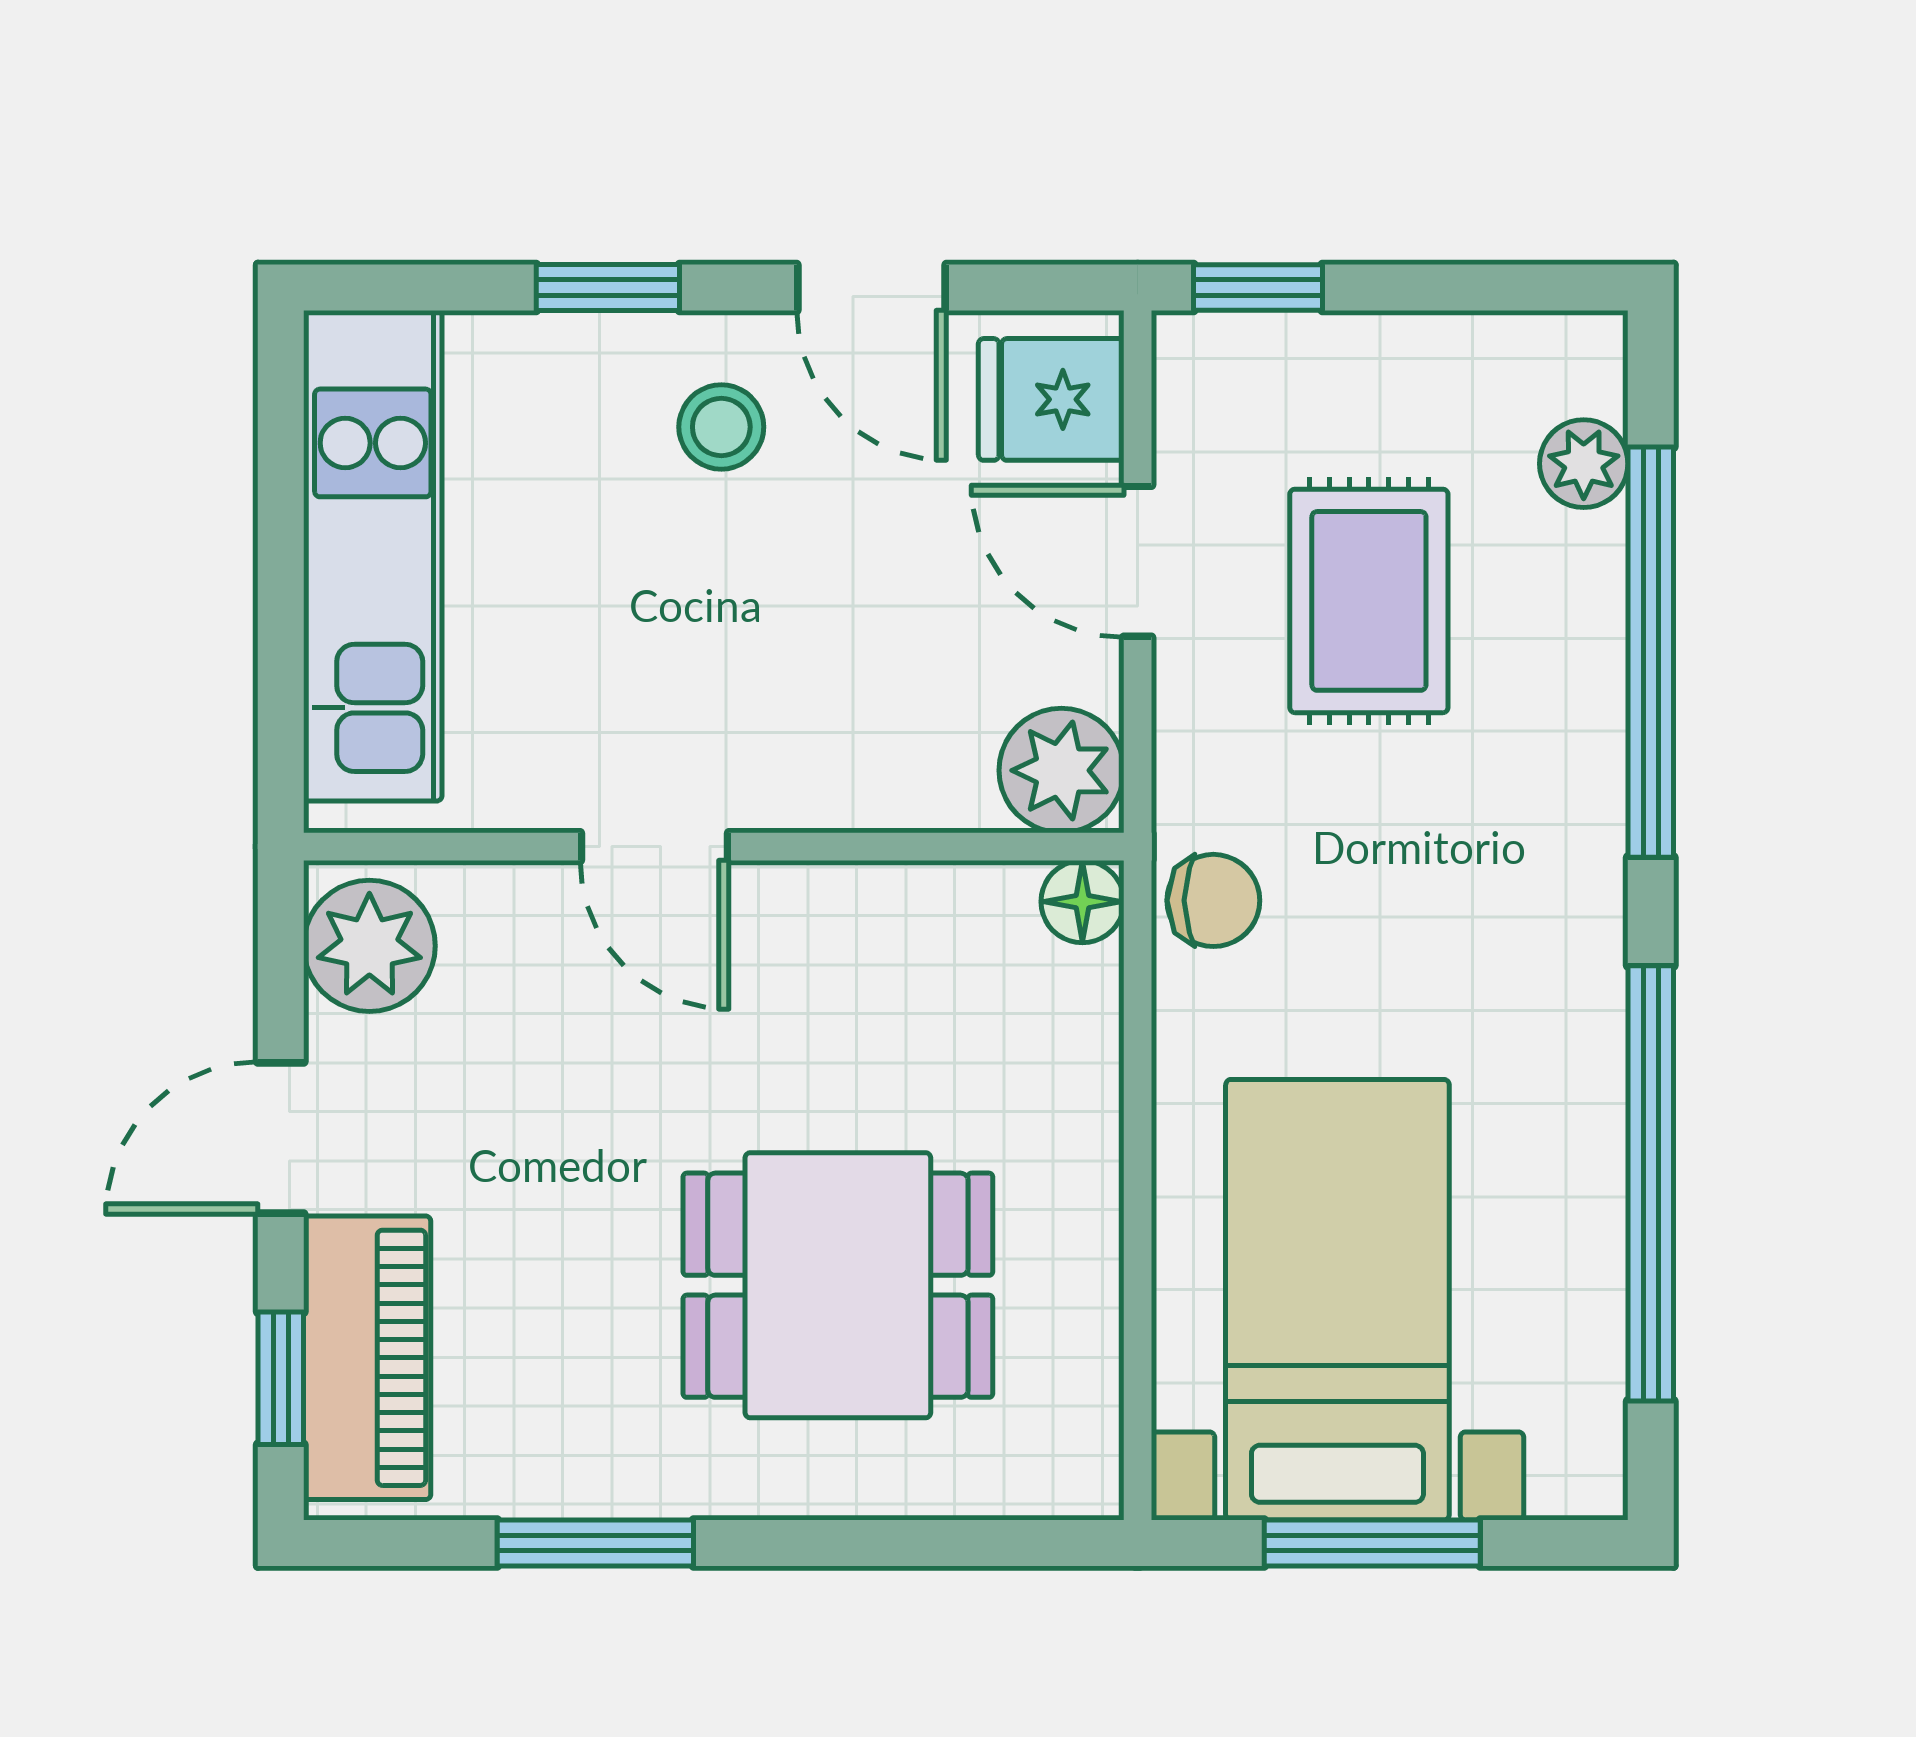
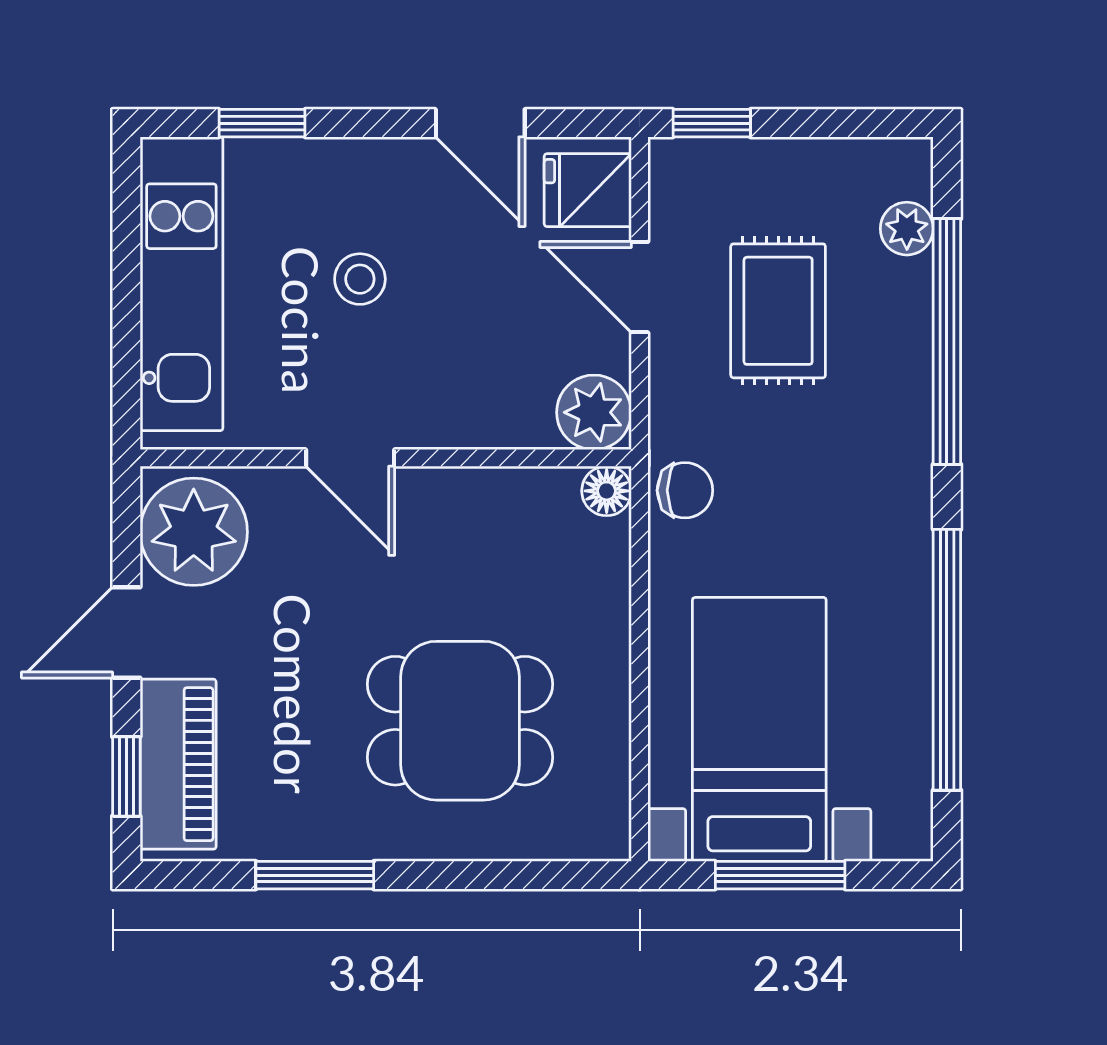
window: (608, 288) -> (262, 123), moved
stool: (721, 427) -> (360, 279), moved
plant: (369, 946) -> (194, 532), width x1.36, depth x1.36

